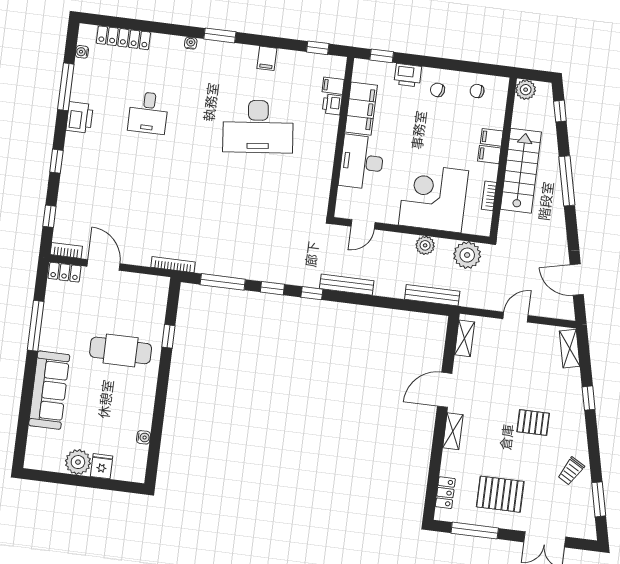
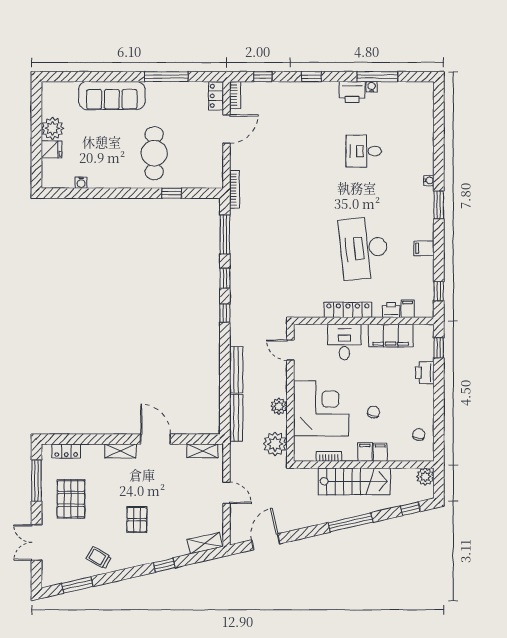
locker: (123, 38) -> (348, 310), moved, turned 90
water cooler: (82, 52) -> (372, 87), moved
chair: (438, 90) -> (373, 412), moved
desk: (362, 162) -> (344, 342), width x0.73
bench: (347, 285) -> (236, 370), moved

